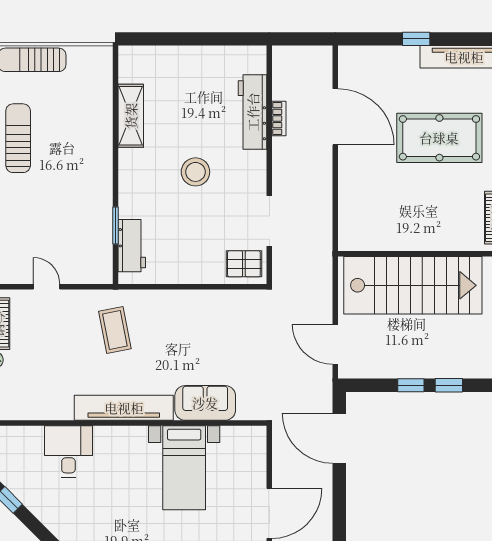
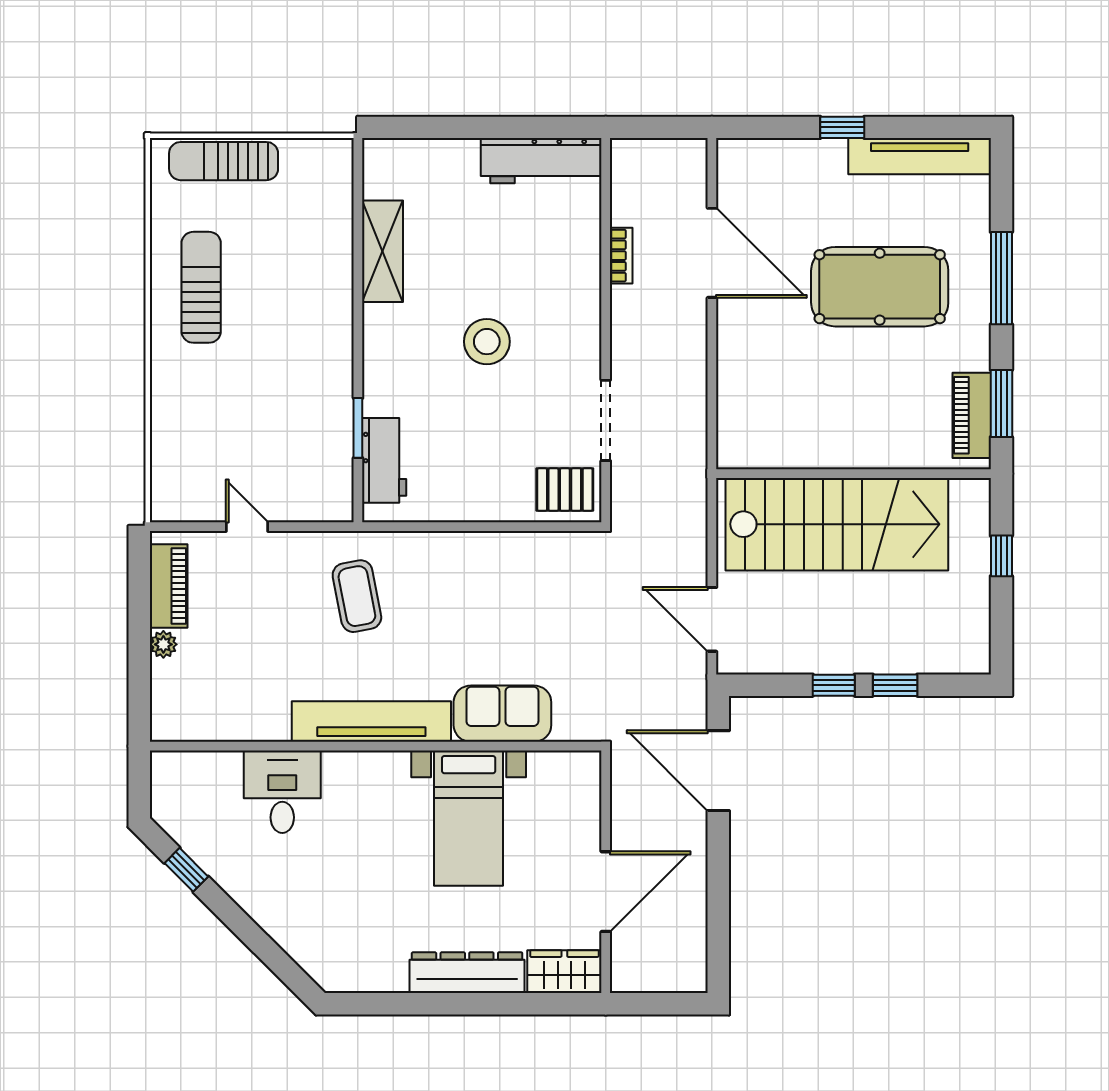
workbench: (253, 112) -> (541, 161), moved, turned -90

